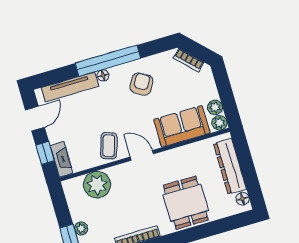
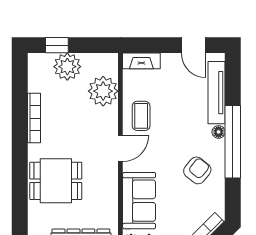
armchair: (141, 84) -> (197, 170), turned -81
coffee table: (109, 146) -> (141, 116), turned 72
window: (45, 153) -> (153, 45), removed
plant: (81, 229) -> (67, 67), width x1.87, depth x1.87

